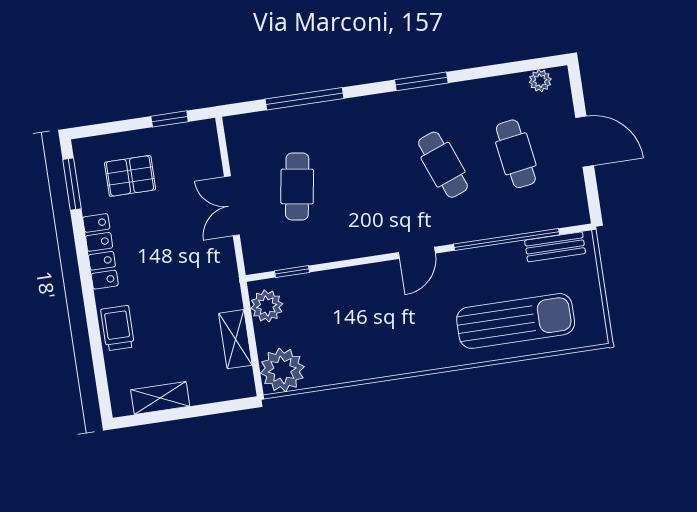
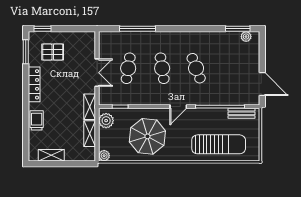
window: (421, 81) -> (238, 29), moved
window: (170, 119) -> (42, 29), moved
door: (585, 141) -> (262, 84), moved
cafe table: (516, 154) -> (162, 68), moved
double door: (232, 206) -> (97, 73), swing flipped
shelving: (227, 281) -> (90, 107), added
parasol: (360, 327) -> (147, 136), added
plant: (282, 370) -> (104, 156), width x0.53, depth x0.53

